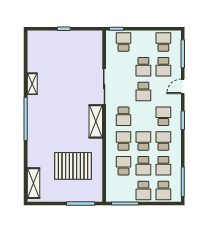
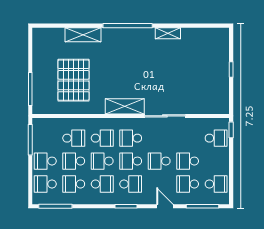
school desk: (143, 116) -> (131, 161), added
school desk: (143, 141) -> (102, 161), turned 180
shelving: (33, 183) -> (83, 35), moved

